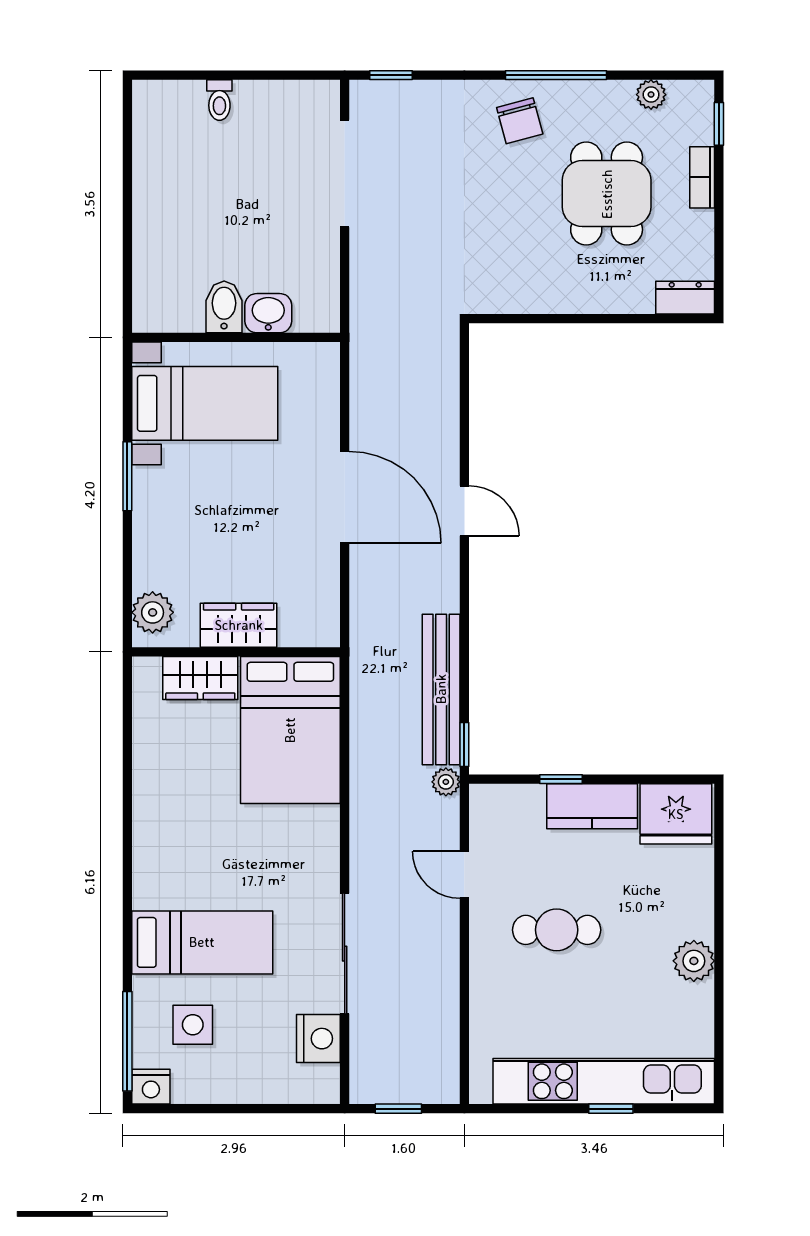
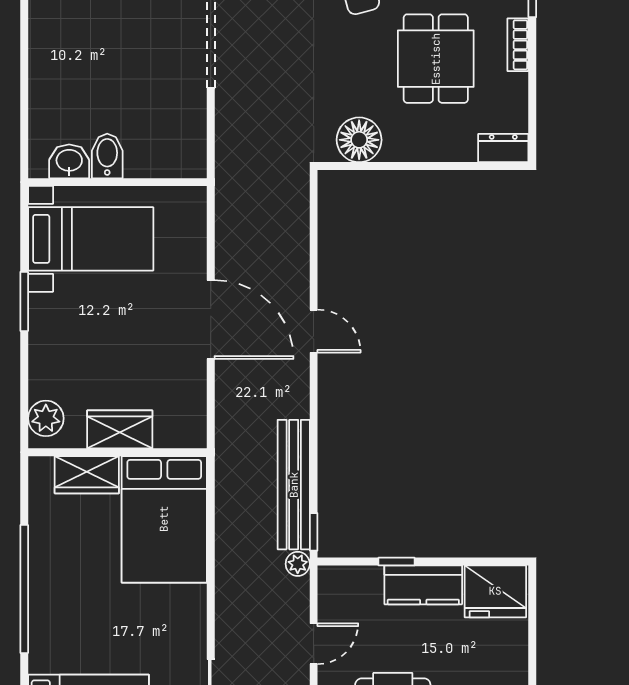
floor lamp: (517, 288) -> (359, 140), added
washbasin: (268, 313) -> (69, 161), moved
window: (127, 811) -> (24, 589), added
door: (464, 875) -> (314, 644), swing flipped

